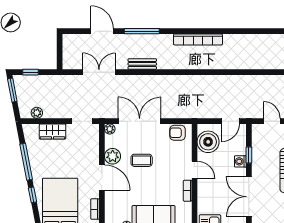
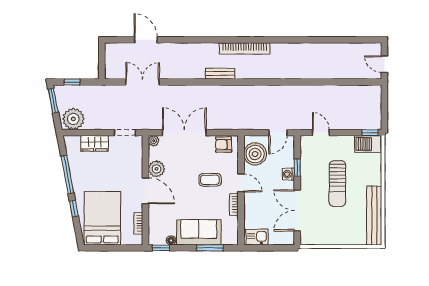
window: (142, 31) -> (187, 40), removed
bench: (142, 64) -> (220, 74), moved
plant: (37, 113) -> (73, 119), width x1.87, depth x1.87
coffee table: (142, 160) -> (210, 180), moved

